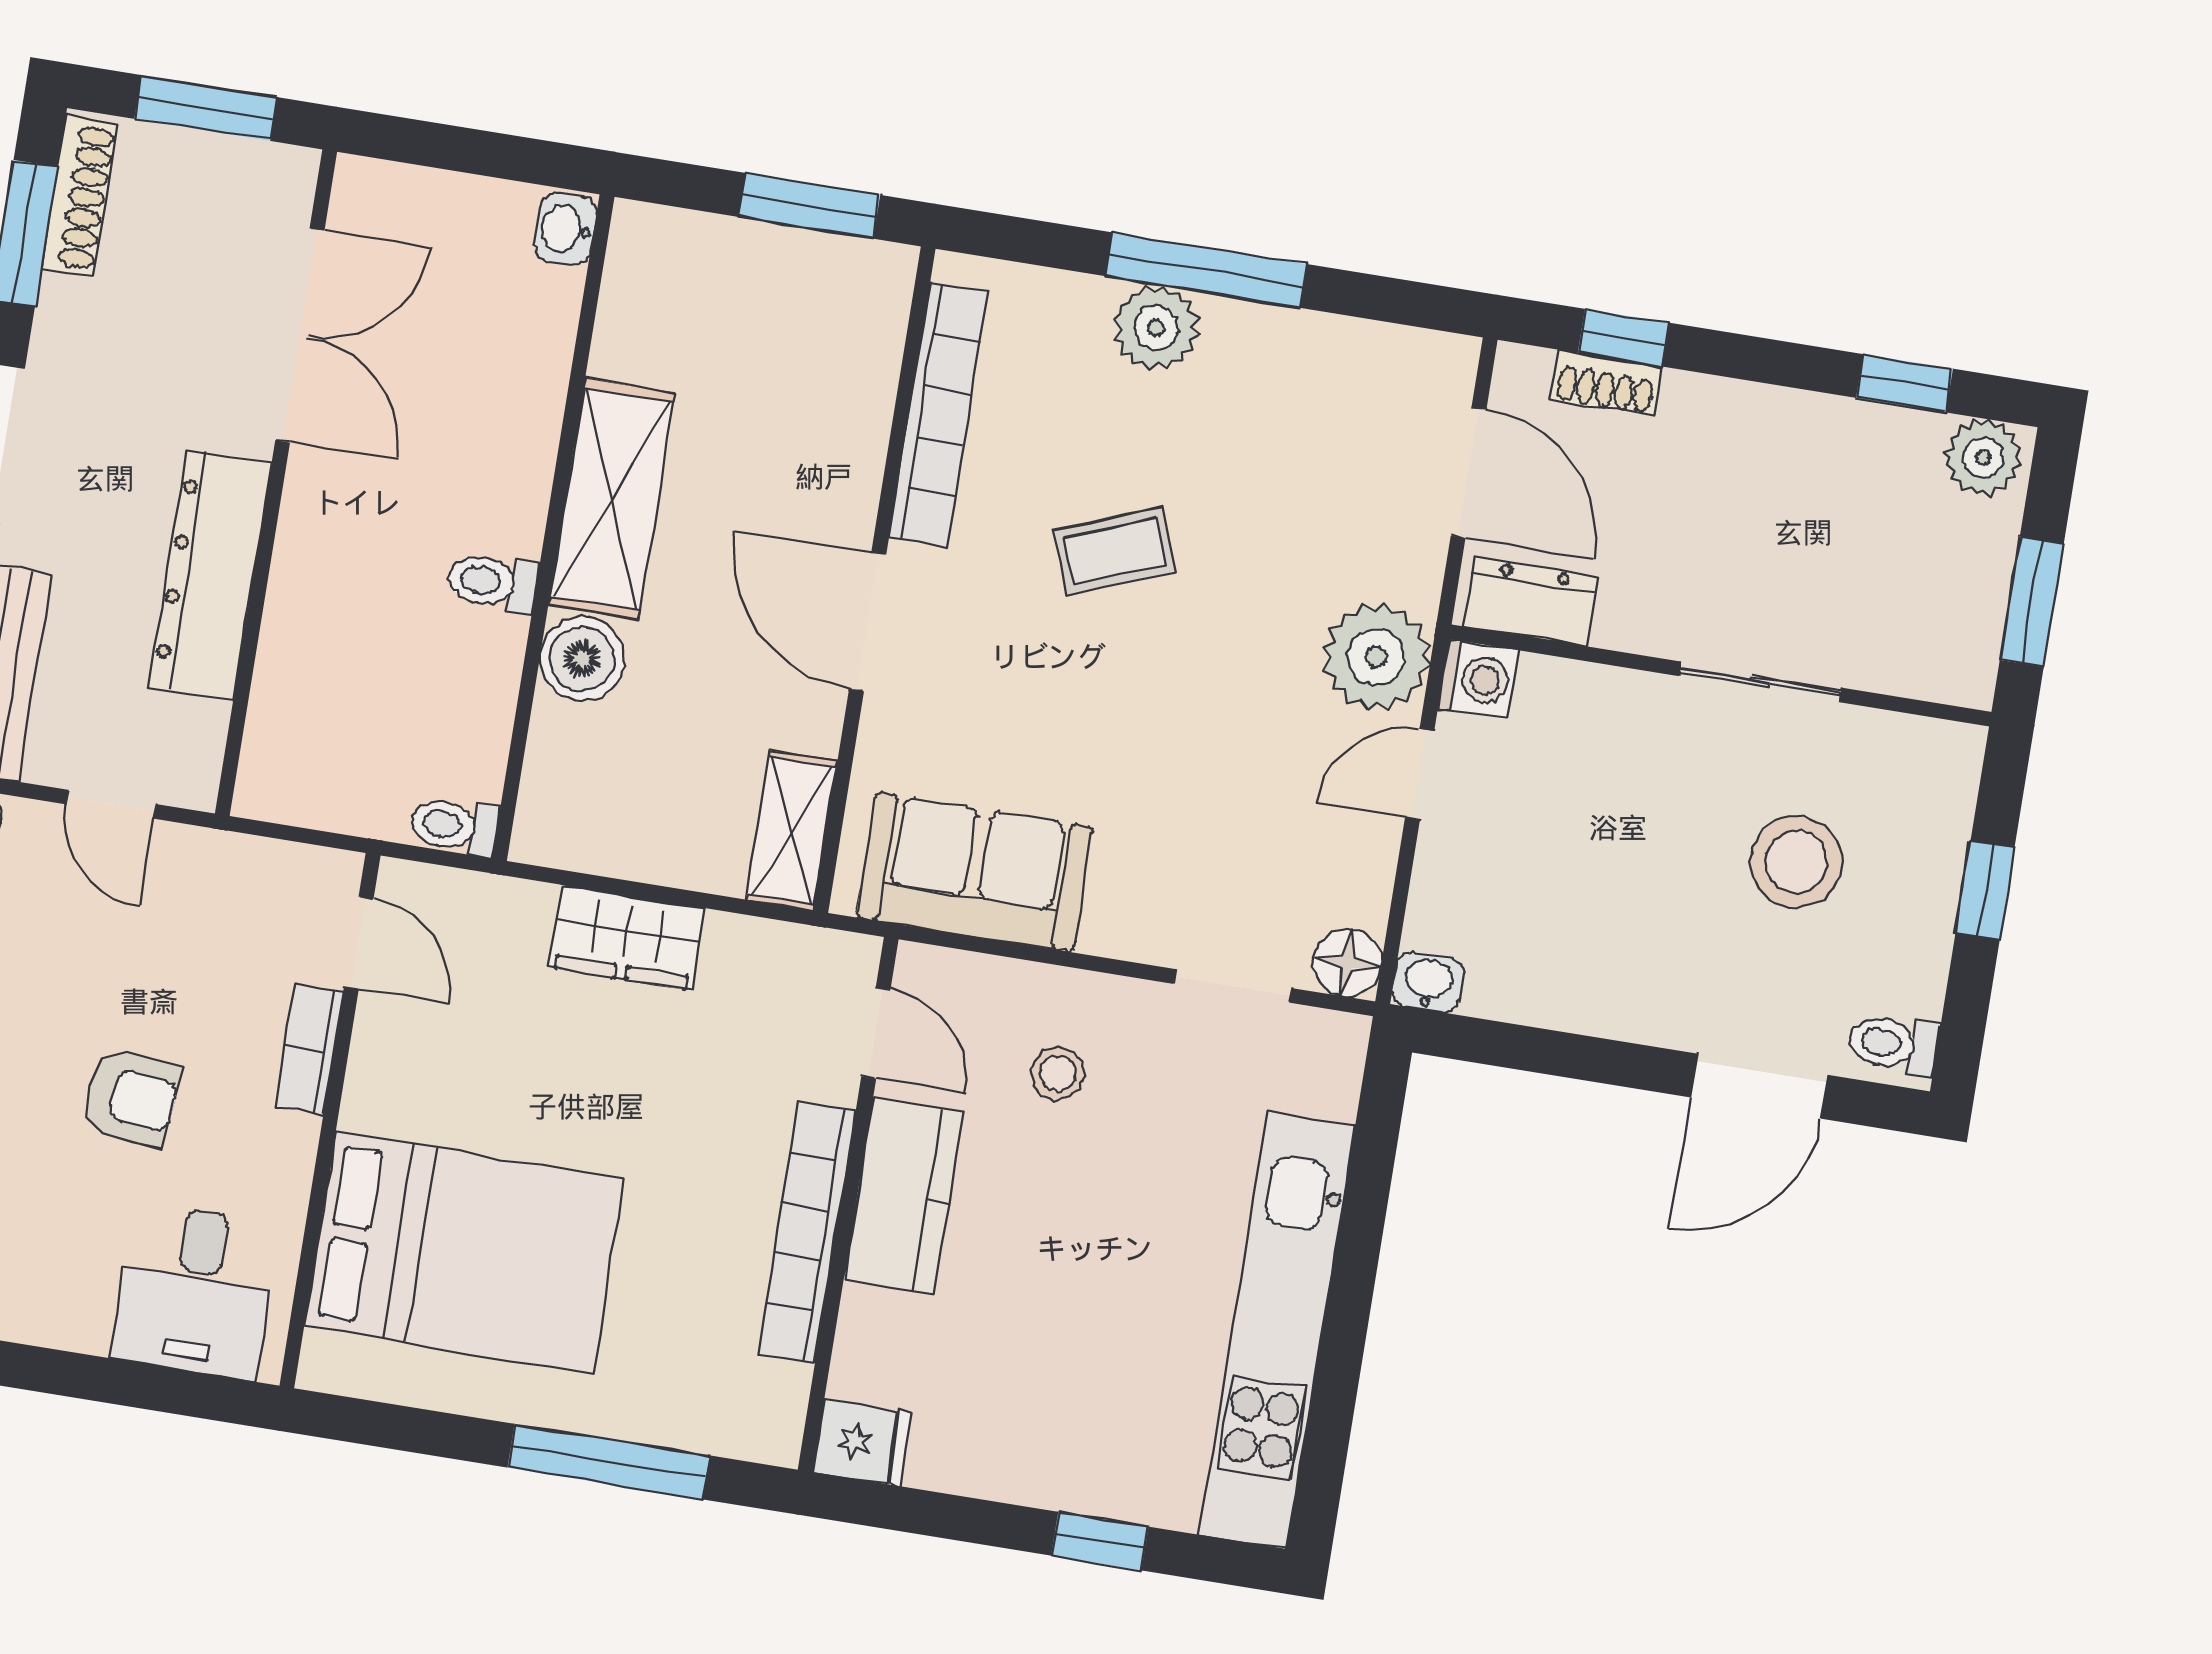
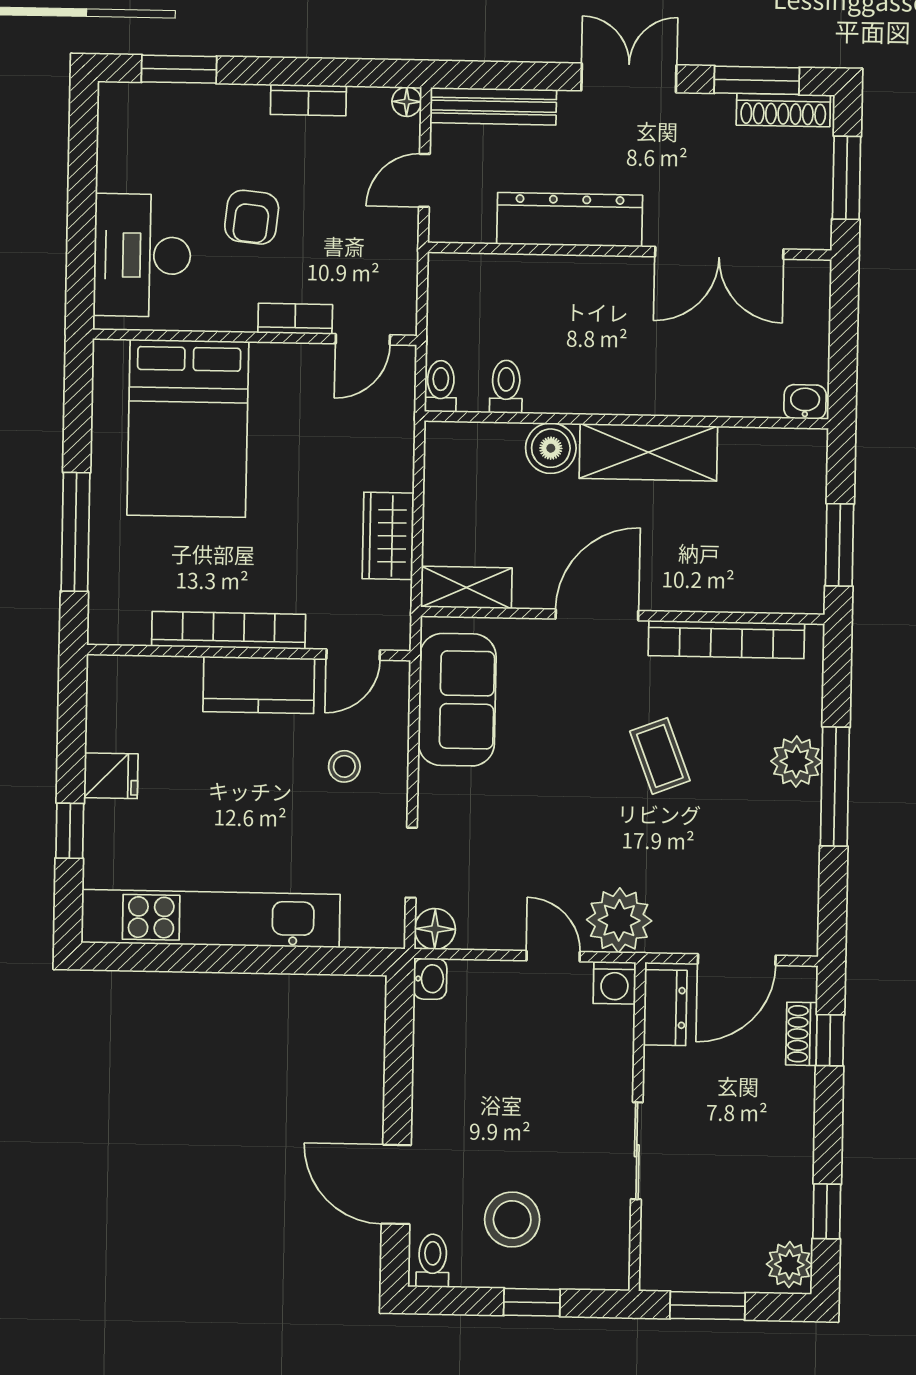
toilet: (492, 582) -> (506, 387), moved
stool: (1796, 862) -> (512, 1219), moved
wardrobe: (626, 938) -> (388, 536), moved
desk: (196, 1291) -> (142, 255), width x1.37
fridge: (862, 1442) -> (111, 776), moved, turned -90

